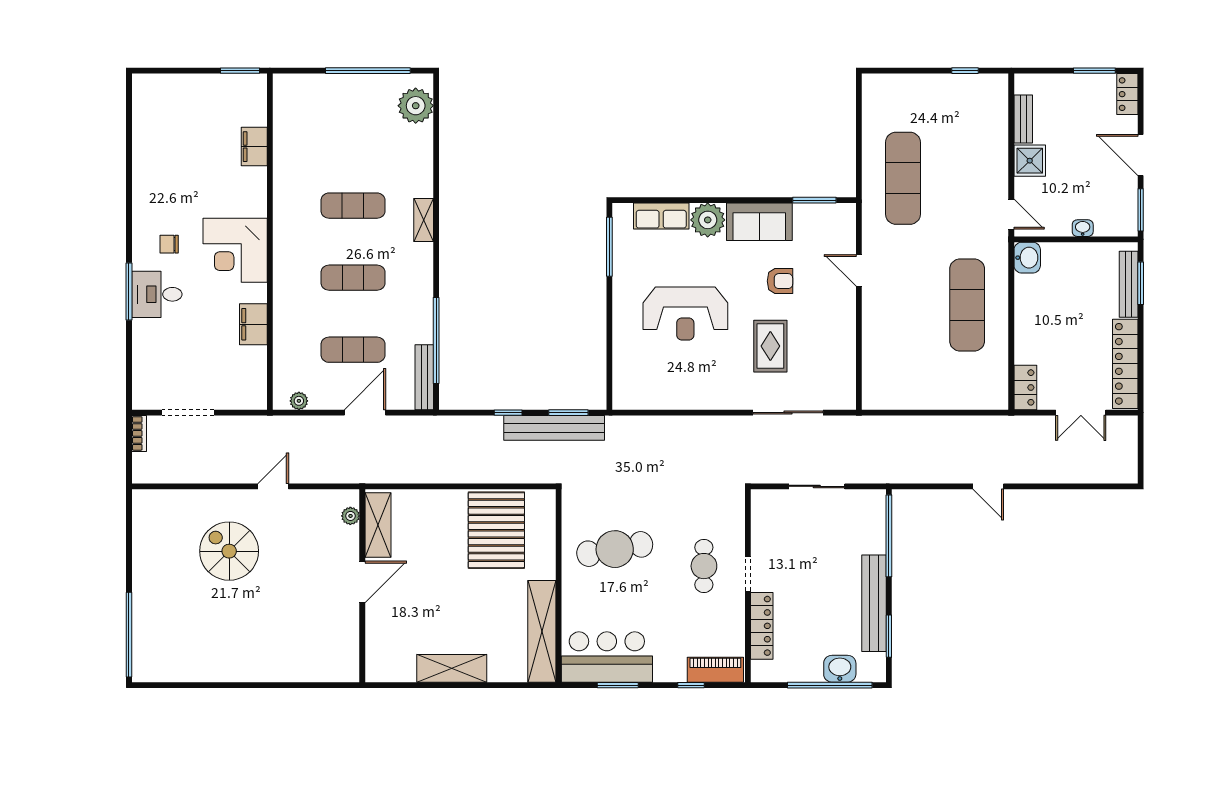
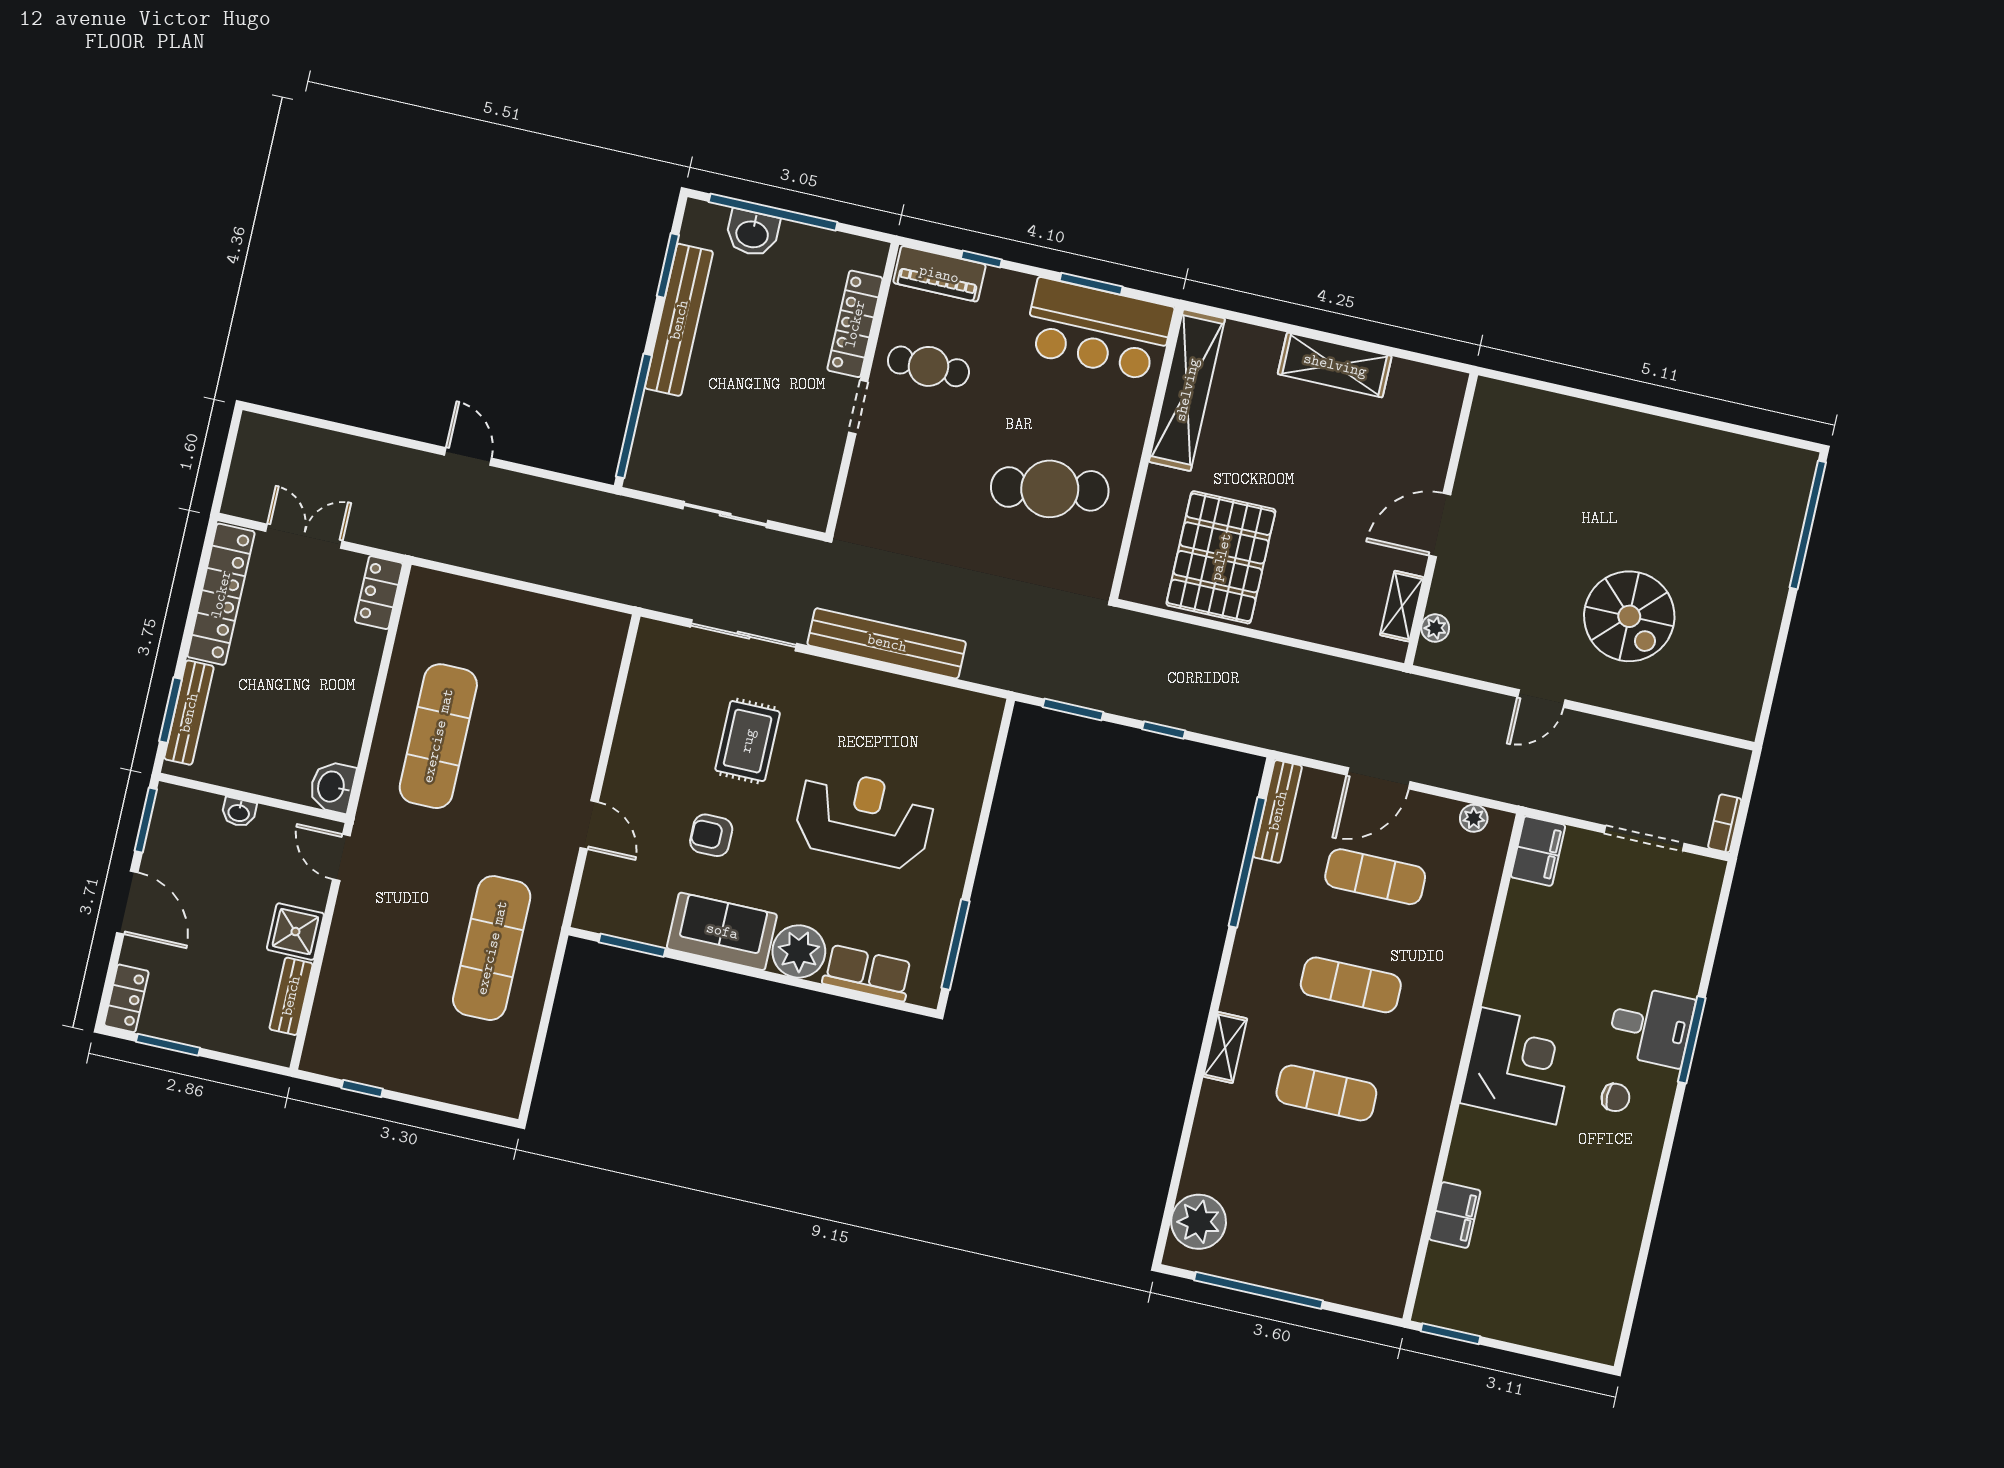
filing cabinet: (253, 324) -> (1538, 851), moved
bench: (554, 428) -> (887, 643), moved
shelving: (378, 525) -> (1402, 606), width x0.67, depth x0.75
cafe table: (704, 566) -> (928, 366), moved, turned 90

